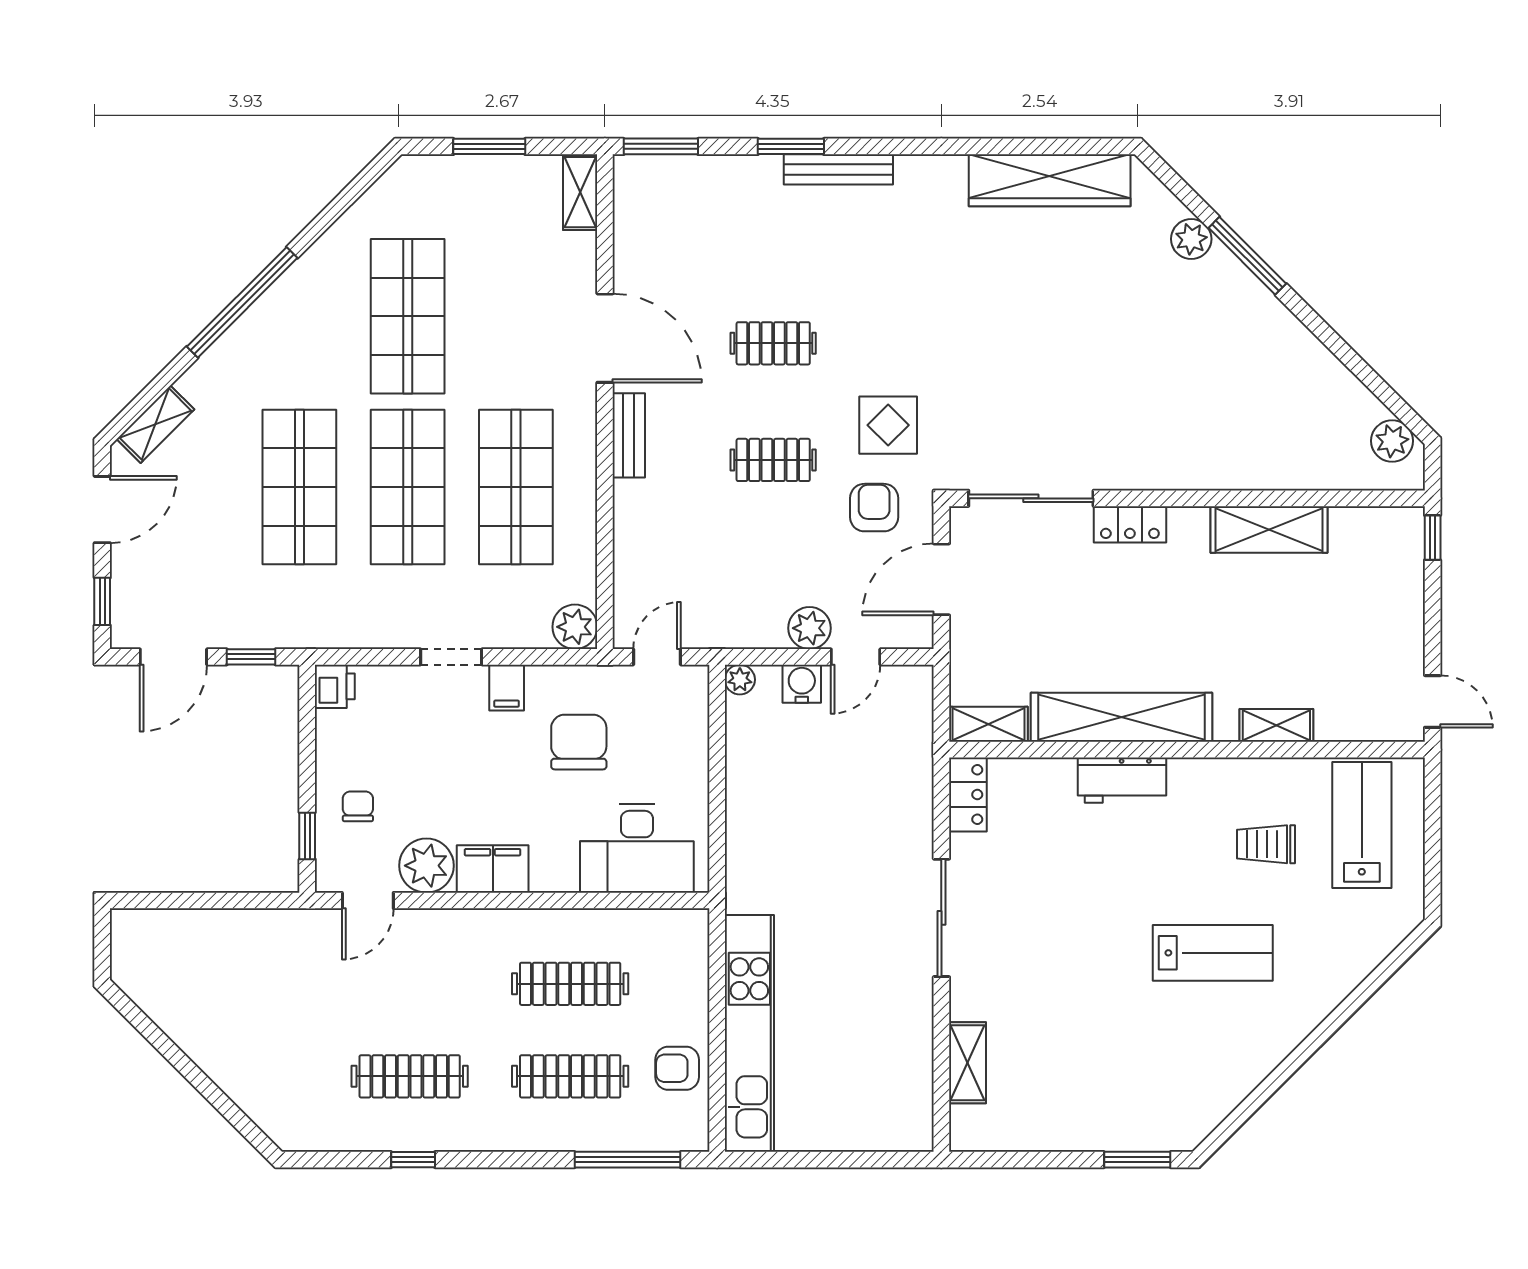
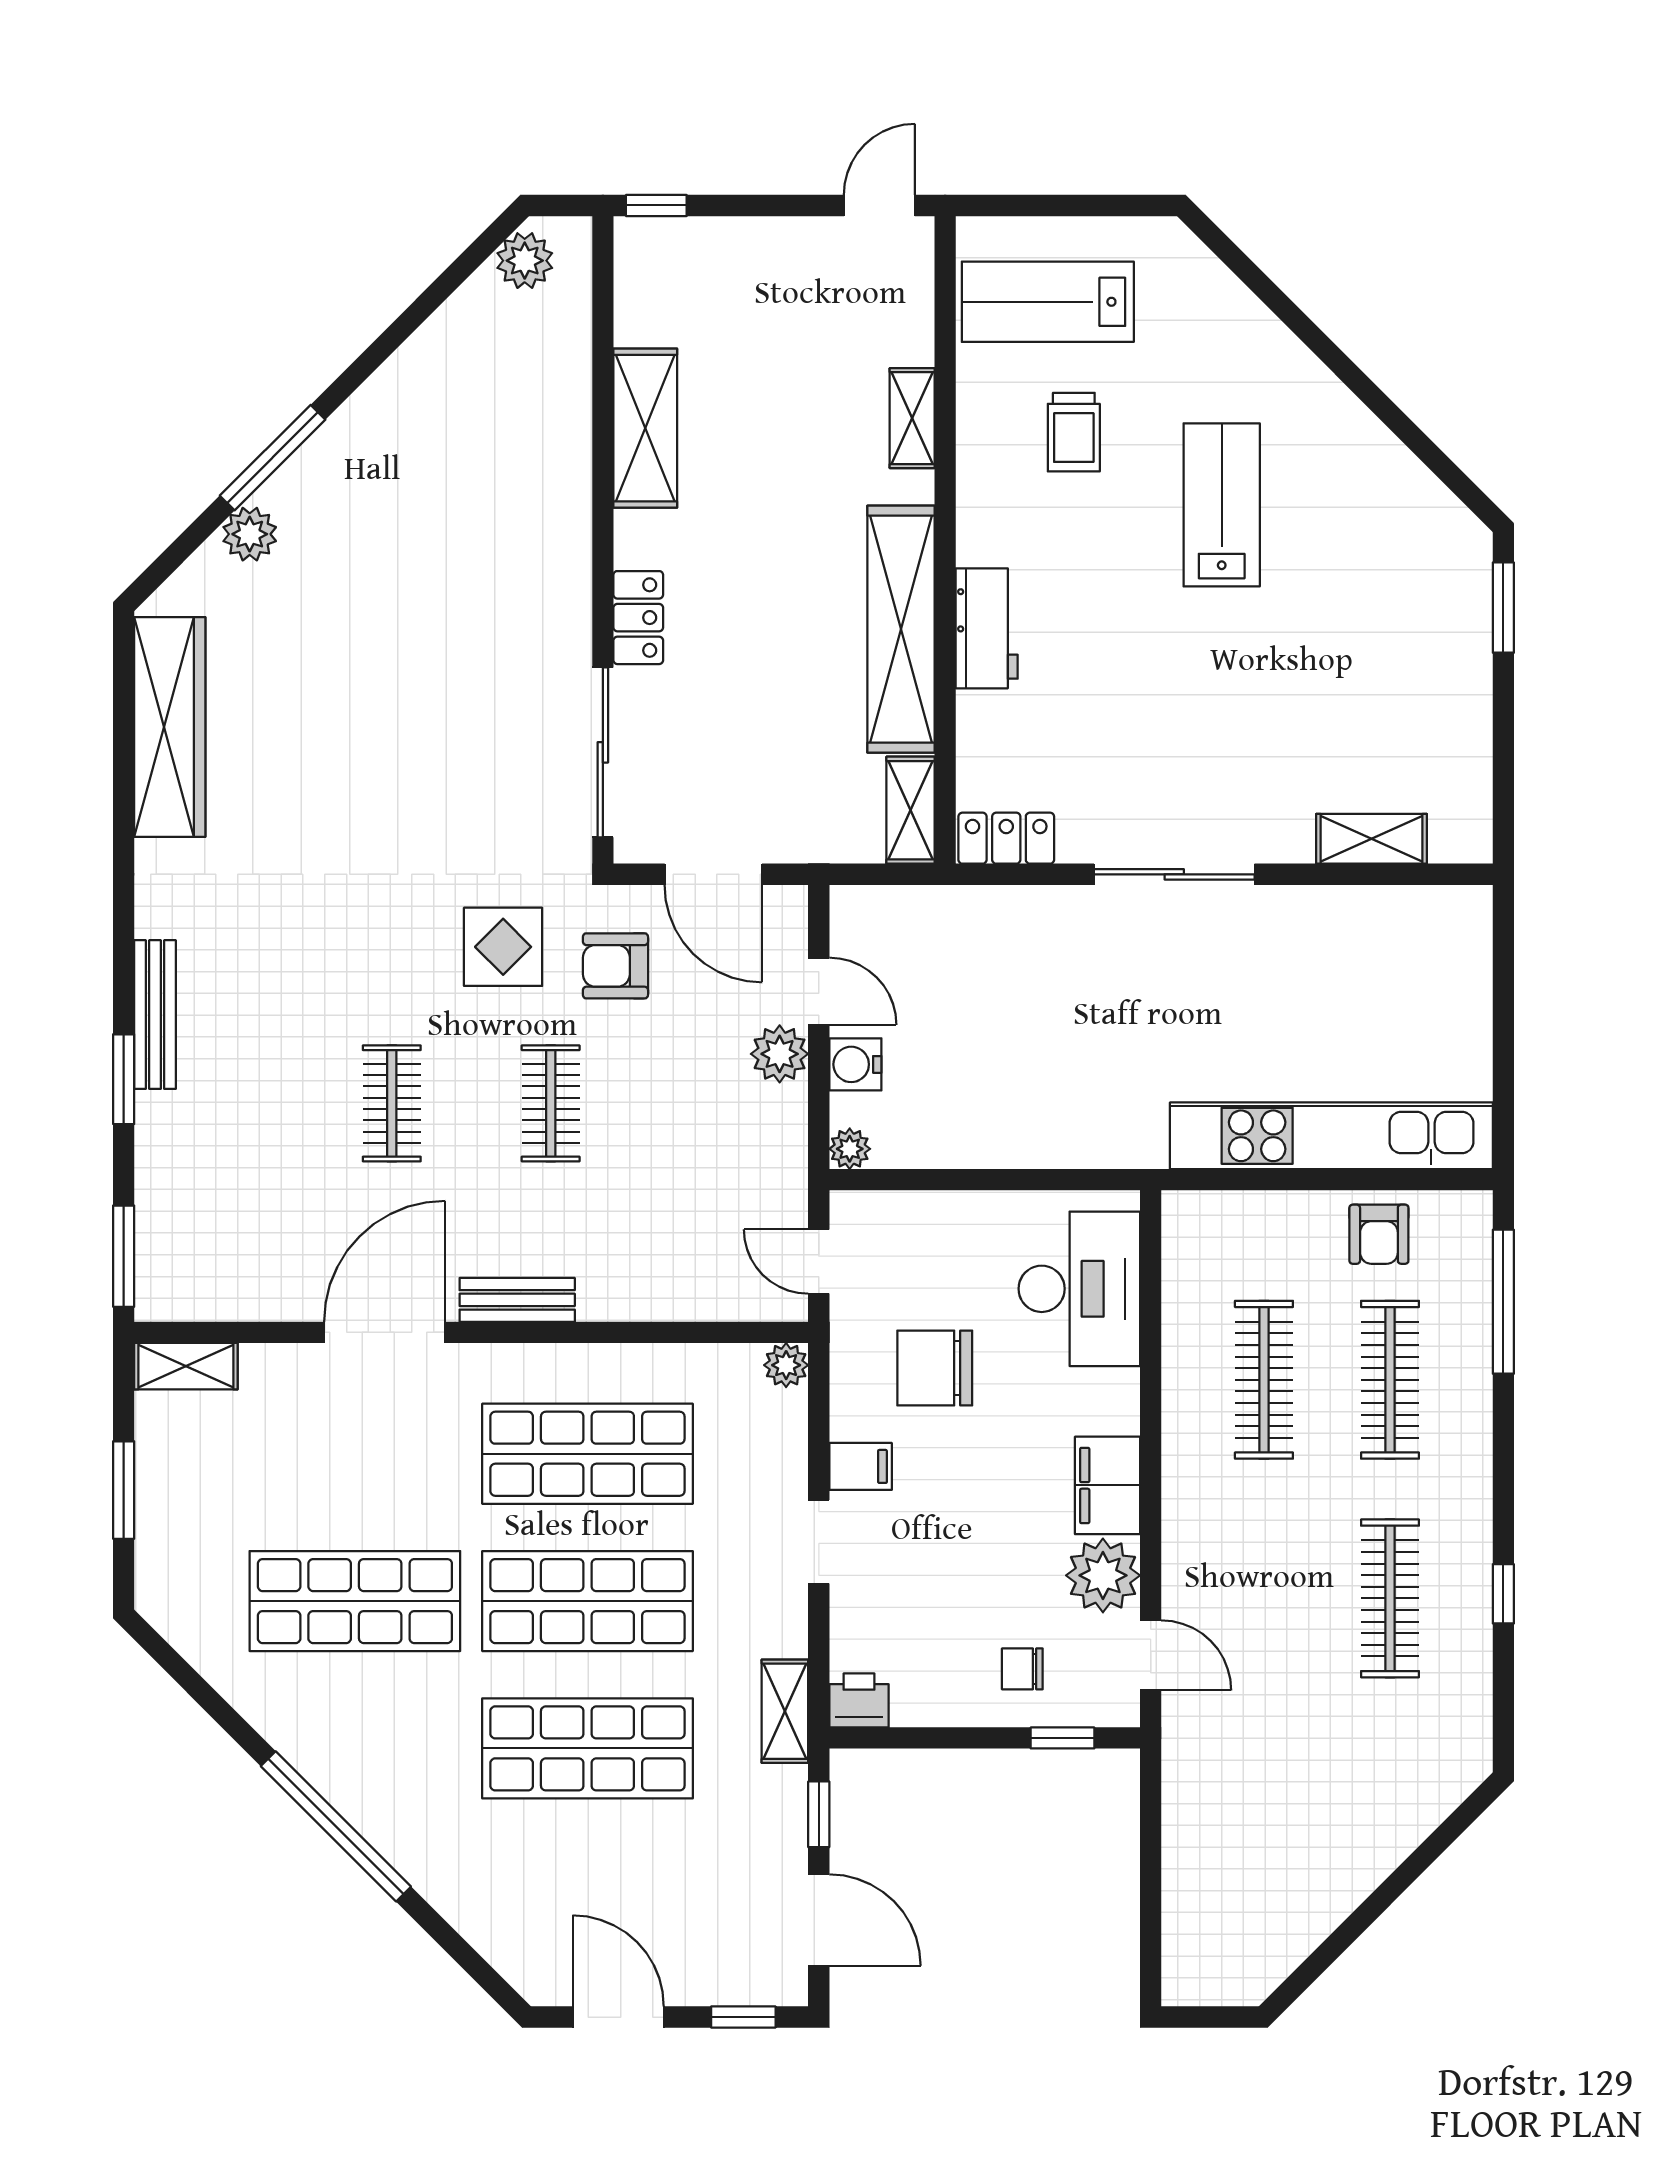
shelving: (155, 424) -> (785, 1711), moved, turned 45
plant: (575, 627) -> (786, 1365), width x0.73, depth x0.73

